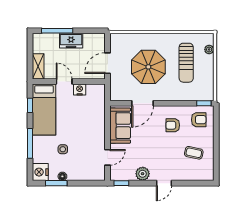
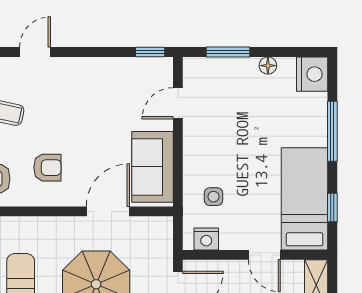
nightstand: (80, 90) -> (206, 239), moved
side table: (63, 149) -> (213, 197), moved
plant: (143, 174) -> (108, 71), removed
window: (56, 183) -> (228, 52), moved
door: (164, 183) -> (35, 52), moved

